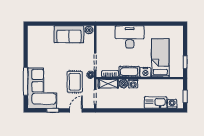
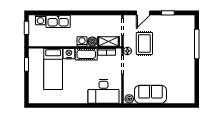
desk: (130, 37) -> (103, 91), moved
corner sofa: (42, 88) -> (179, 37), removed

